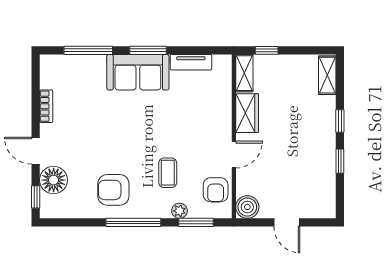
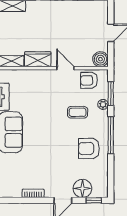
armchair: (113, 190) -> (89, 149), turned 90
armchair: (216, 190) -> (89, 80), turned 180

